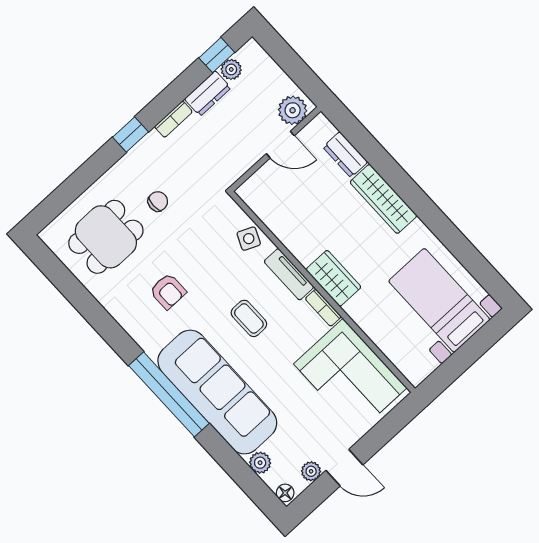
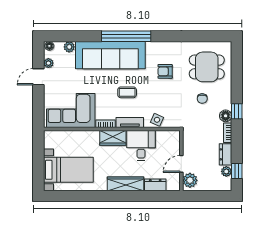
floor lamp: (152, 145) -> (226, 116), added
desk: (307, 228) -> (141, 145), added
dining table: (106, 237) -> (207, 67), turned 90

